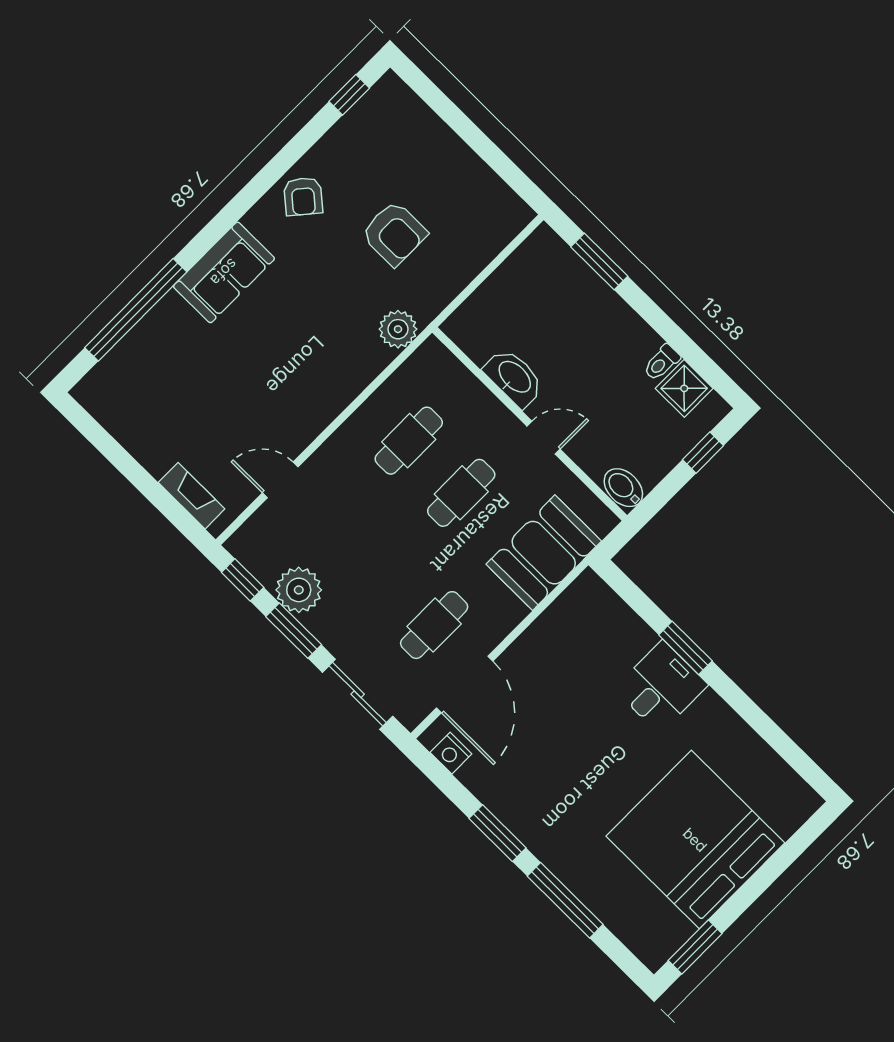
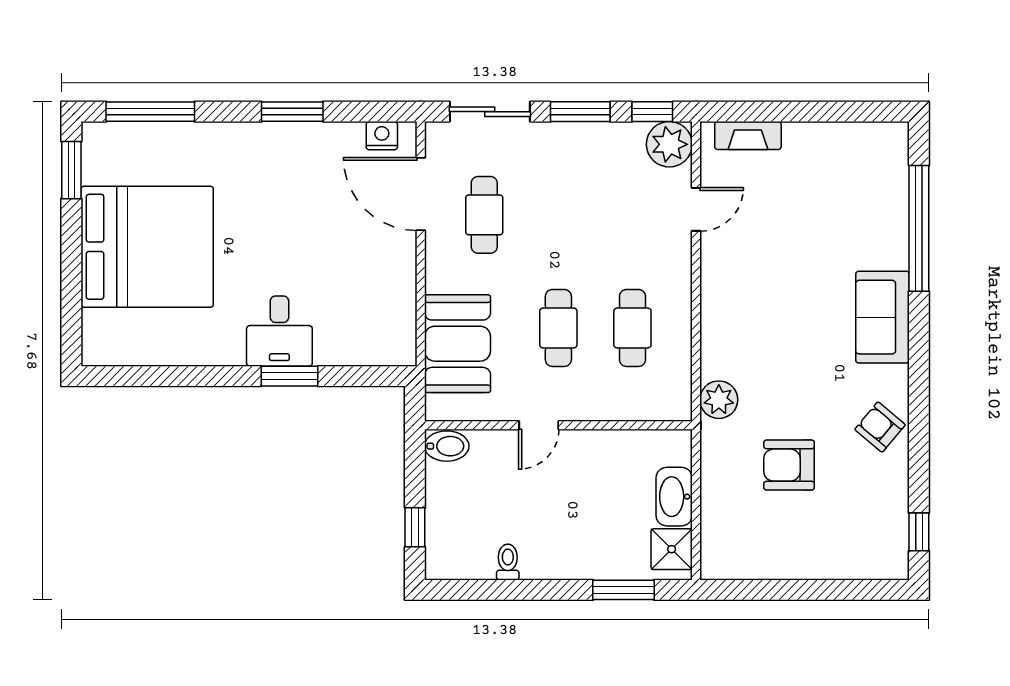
washbasin: (514, 378) -> (674, 497), moved, turned 90
shower: (684, 388) -> (672, 549), moved
plant: (299, 590) -> (669, 144), moved
window: (565, 900) -> (150, 112), moved

